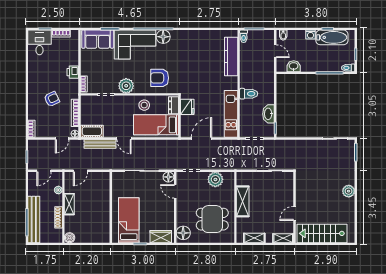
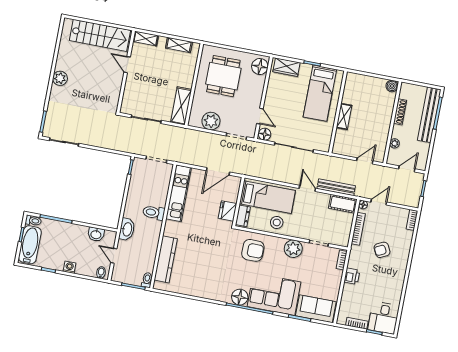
bathtub: (332, 37) -> (30, 245), moved, turned 90
washbasin: (268, 114) -> (127, 229), moved
shelving: (243, 201) -> (181, 106), moved
shelving: (69, 204) -> (344, 116), moved
door: (295, 213) -> (127, 65), swing flipped
dining table: (212, 219) -> (223, 76), turned 90

